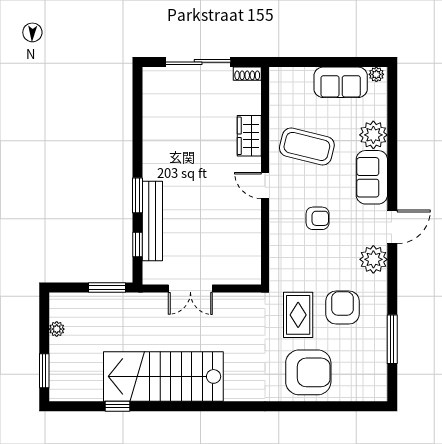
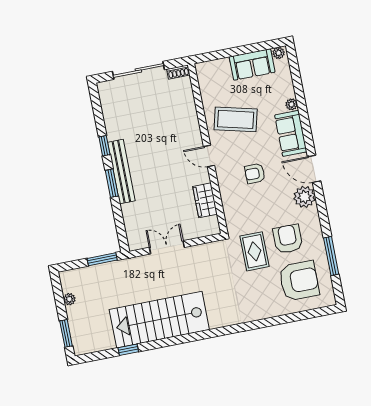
plant: (373, 135) -> (292, 104), width x0.53, depth x0.53
wardrobe: (249, 136) -> (205, 200), moved
armchair: (318, 218) -> (255, 173), turned 180
bench: (152, 221) -> (121, 172), moved
door: (392, 227) -> (314, 169), swing flipped
window: (138, 245) -> (104, 146), moved
double door: (190, 289) -> (167, 247), swing flipped
armchair: (308, 372) -> (299, 281), moved

